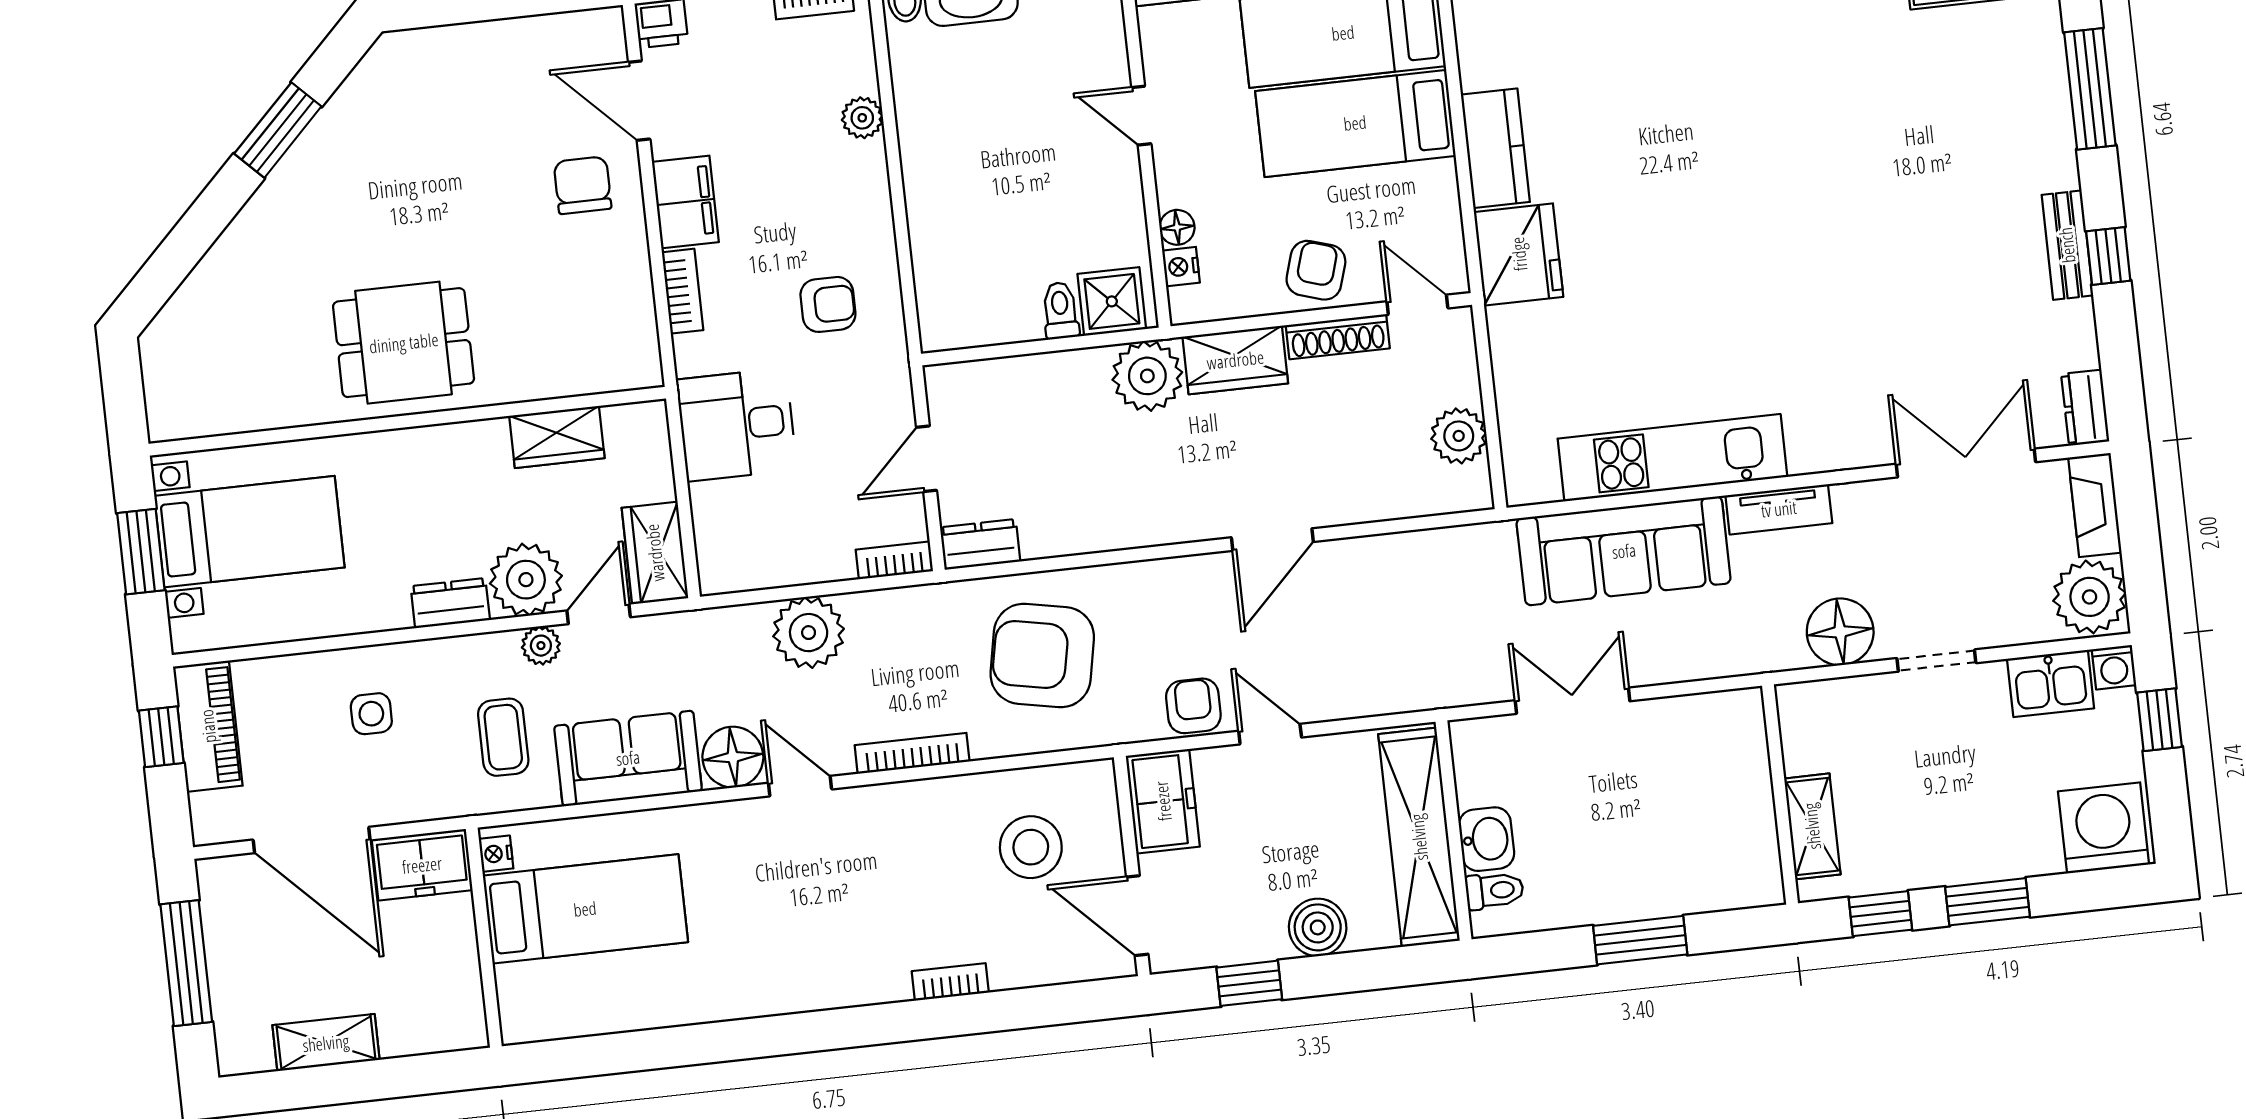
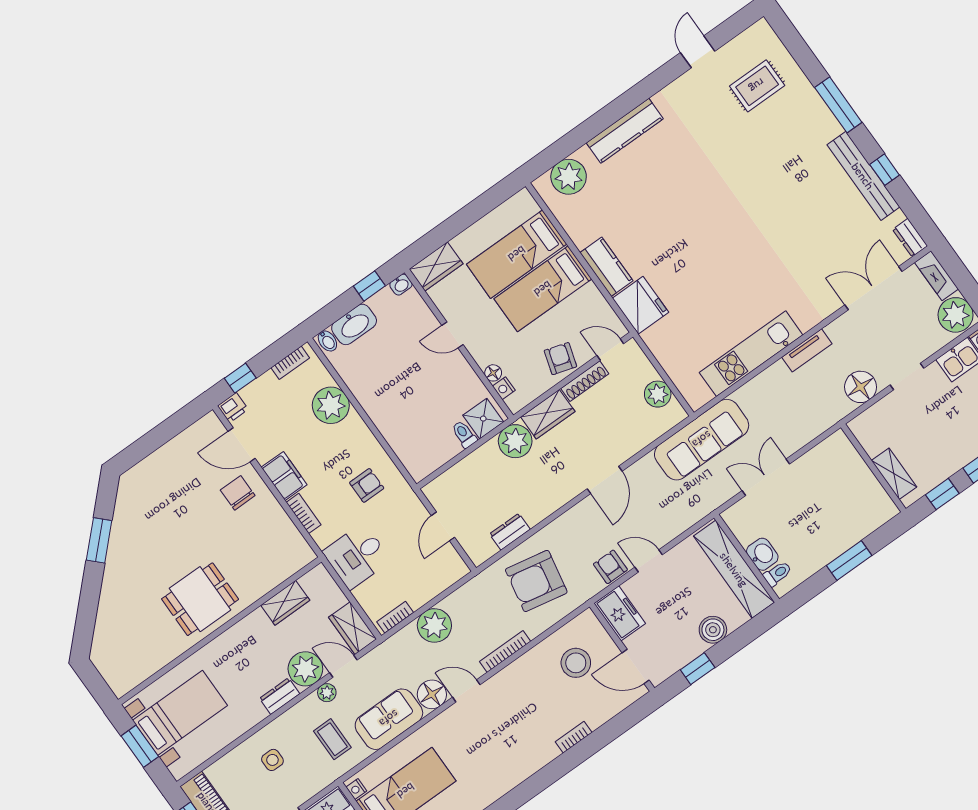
plant: (862, 118) -> (331, 405), width x1.88, depth x1.88
bench: (2067, 245) -> (863, 176), width x1.86, depth x1.21
dresser: (980, 544) -> (510, 532), moved
sofa: (1624, 551) -> (702, 440), moved
bookcase: (894, 560) -> (395, 617), moved
door: (599, 614) -> (343, 666), hinge flipped

